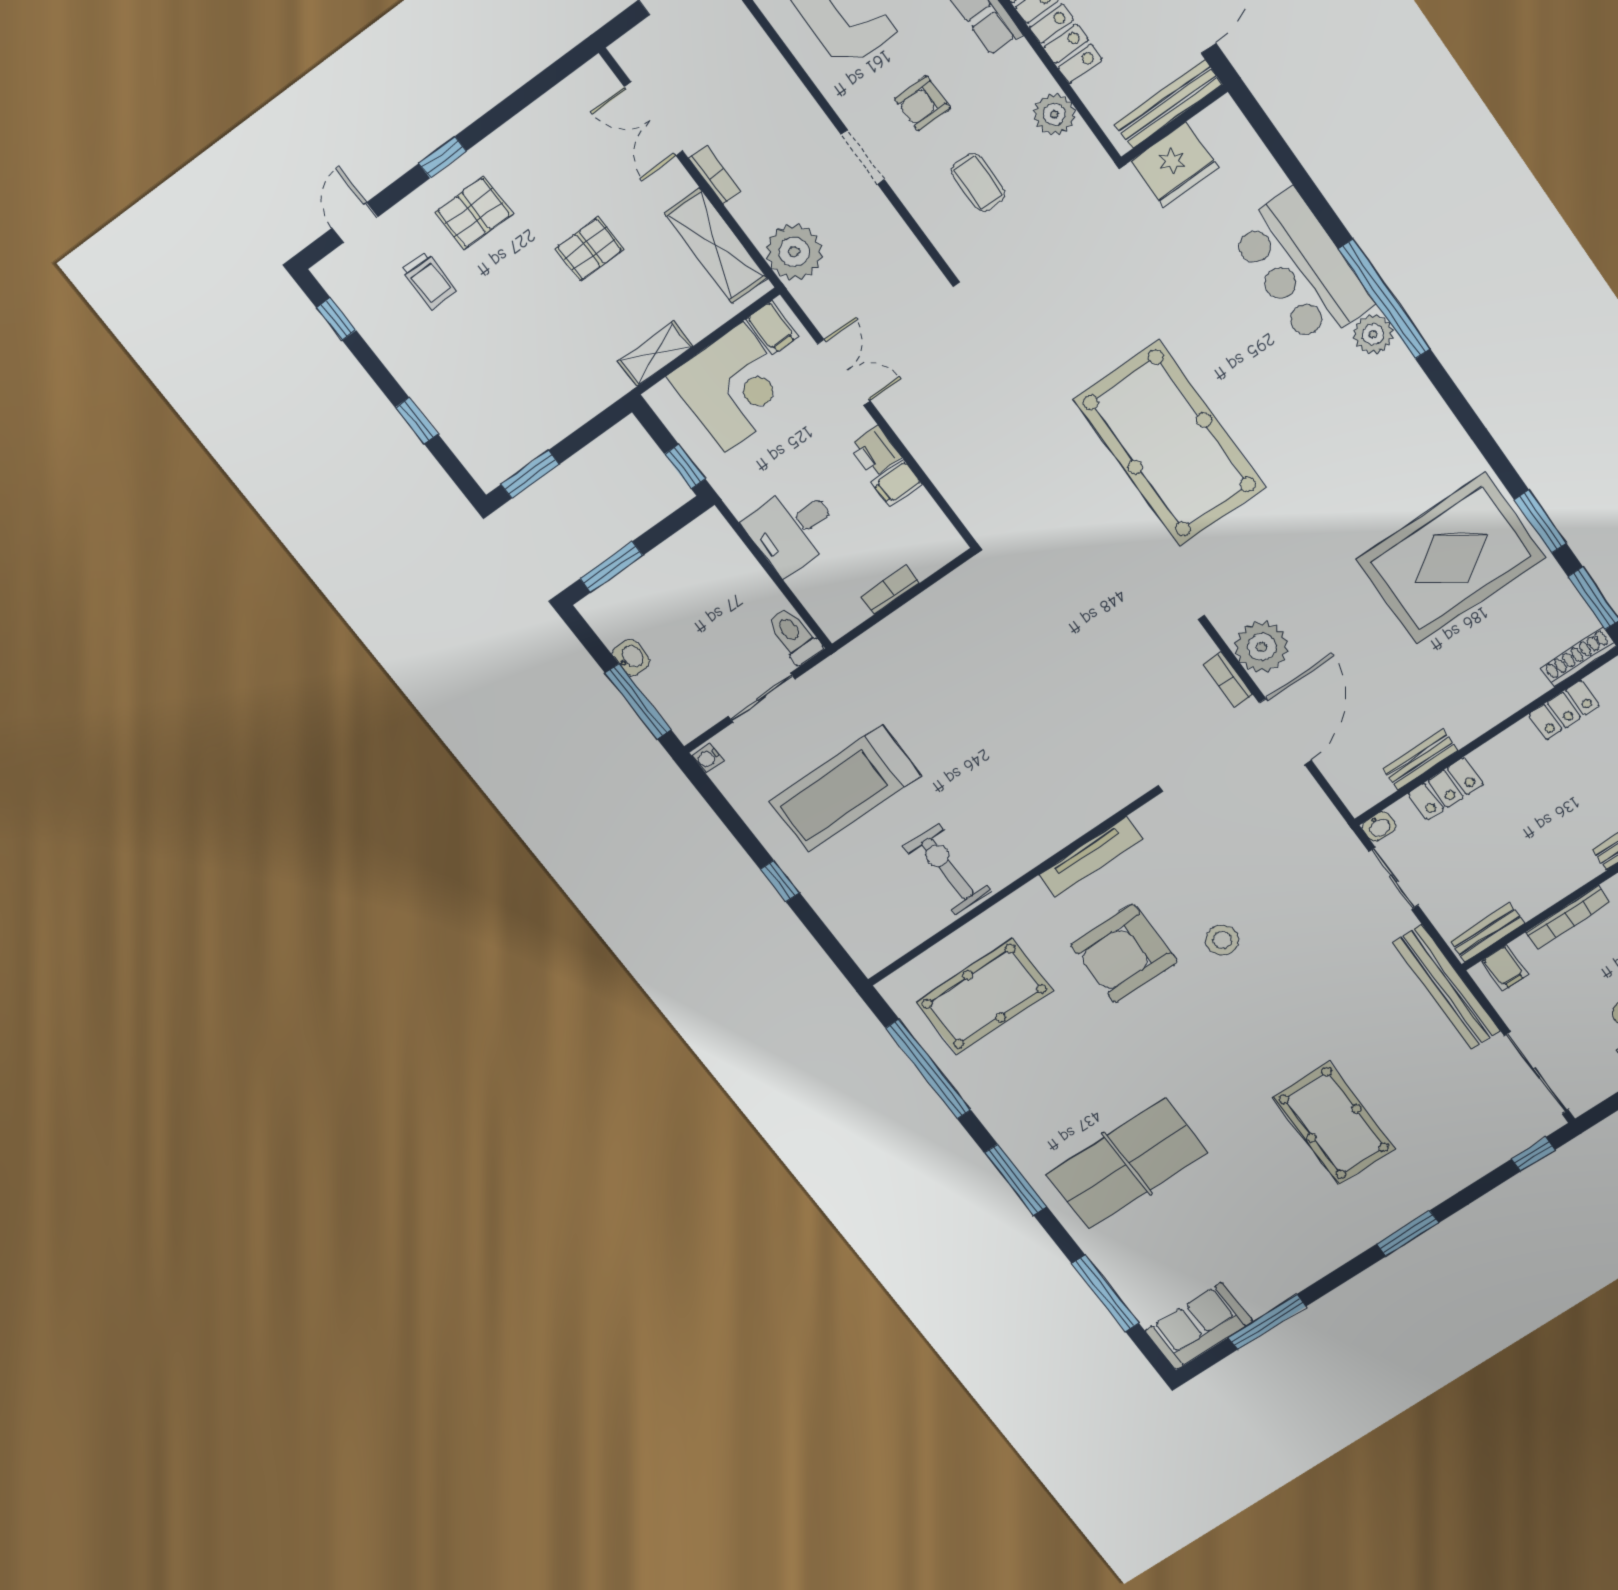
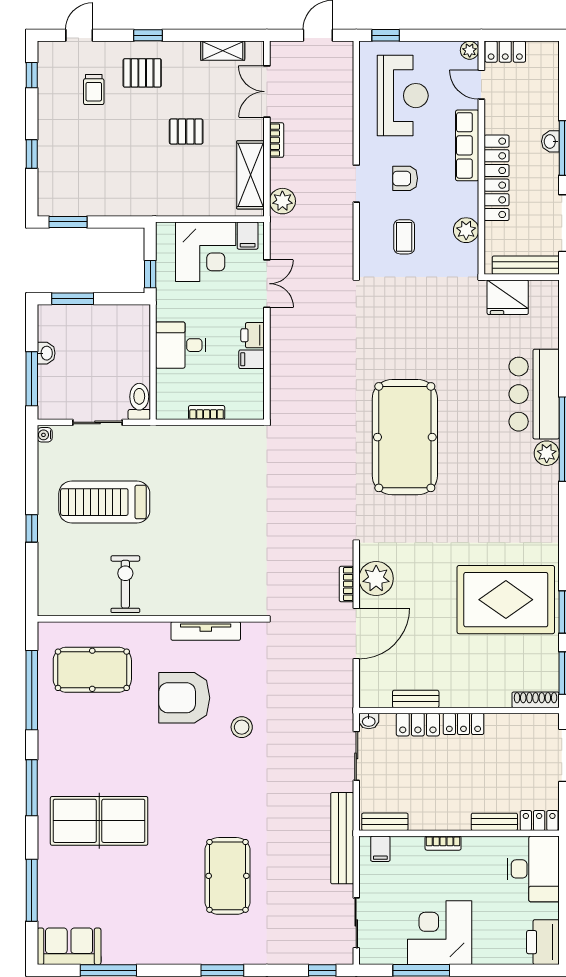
plant: (794, 252) -> (282, 201), width x0.73, depth x0.73
shelving: (655, 354) -> (223, 51), moved
locker: (1564, 710) -> (463, 724), moved
bookcase: (1568, 917) -> (443, 843), width x0.64
sliding door: (1536, 1073) -> (356, 923), width x0.73

